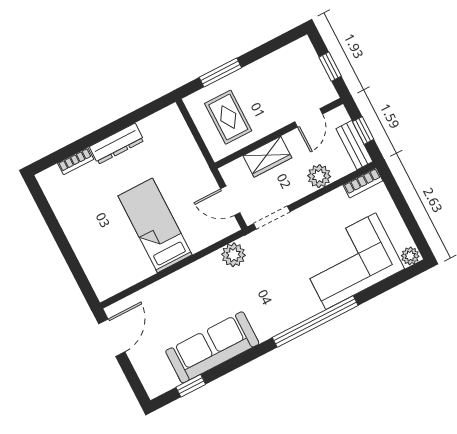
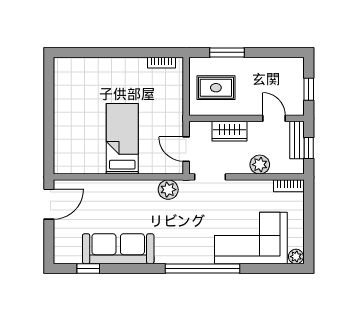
rug: (228, 117) -> (216, 88), turned 90
door: (309, 118) -> (274, 118), swing flipped
dresser: (117, 144) -> (125, 65), removed
bench: (354, 145) -> (297, 140), moved
bookcase: (76, 161) -> (161, 63), moved

